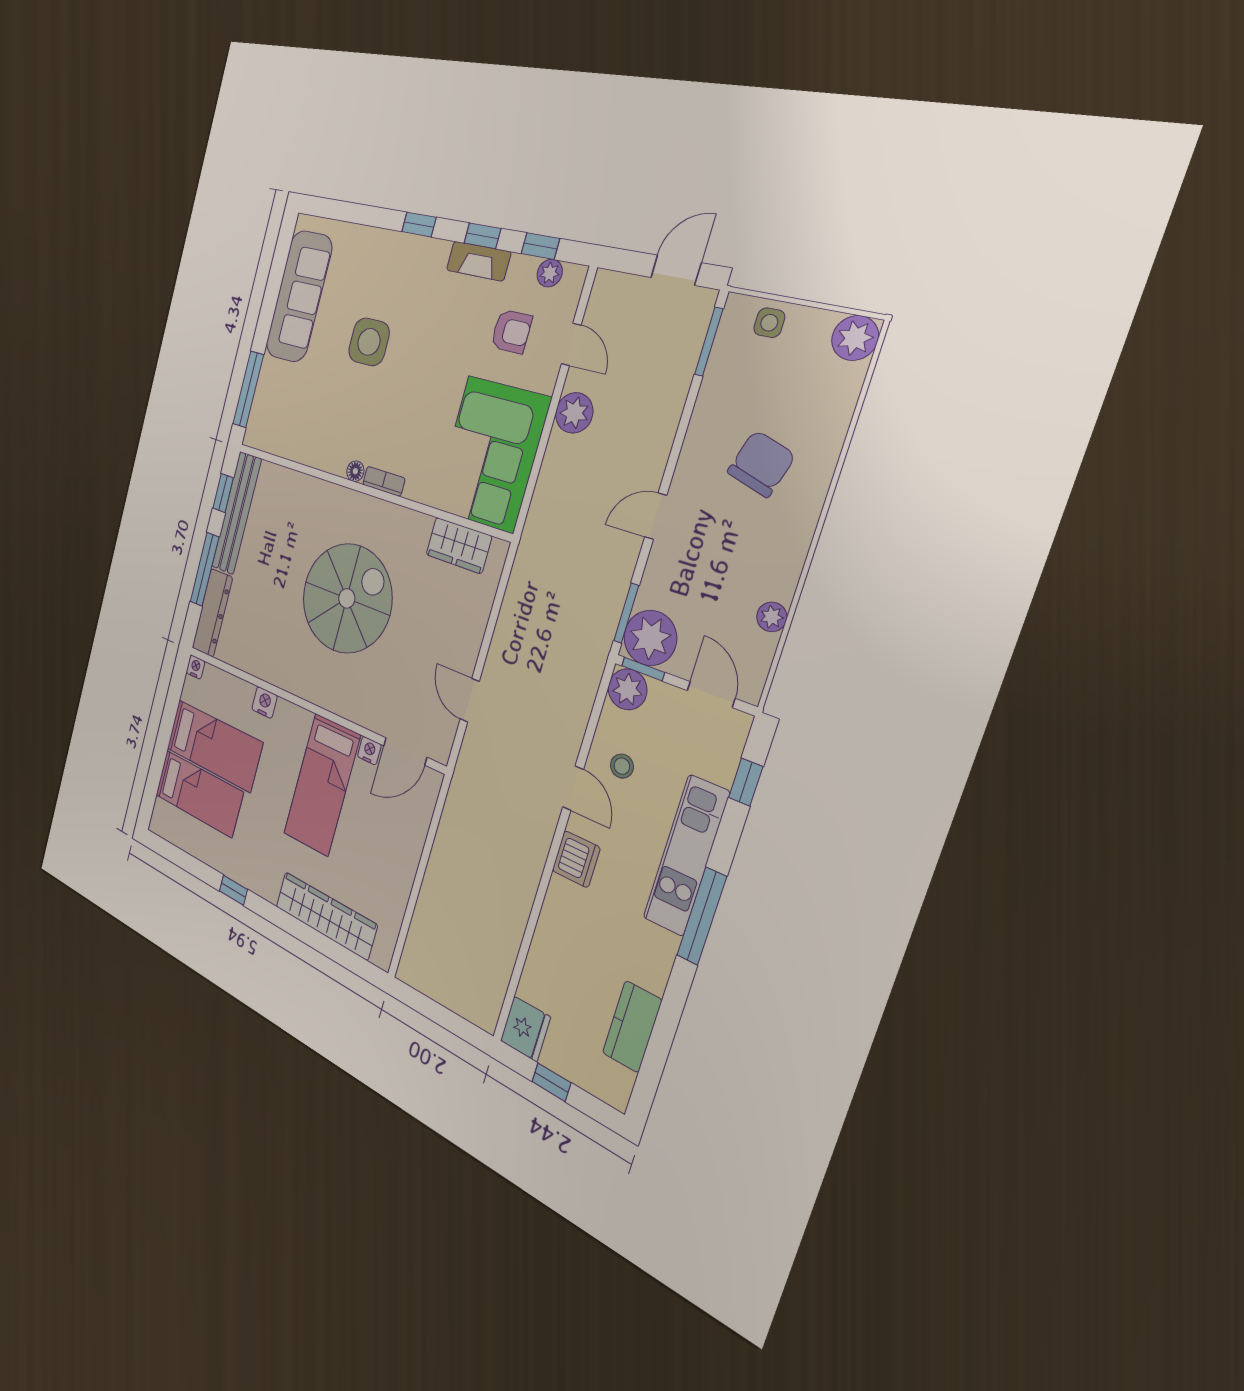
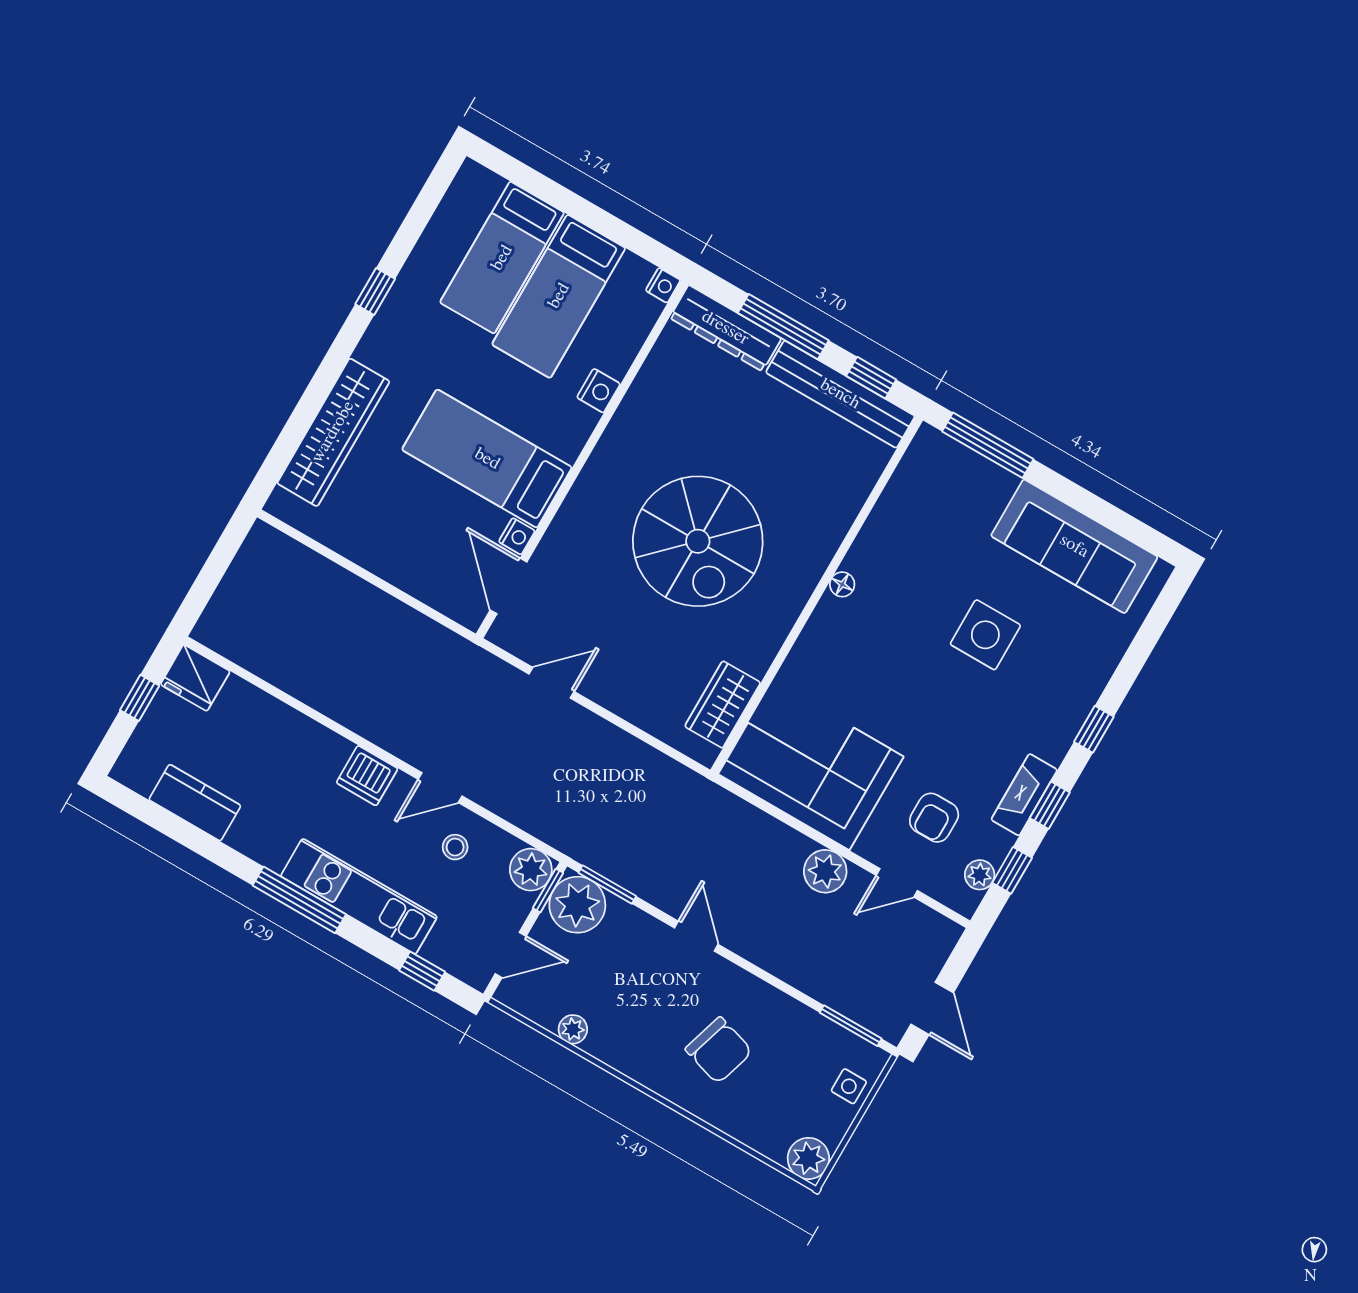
bookcase: (384, 481) -> (820, 621), removed

